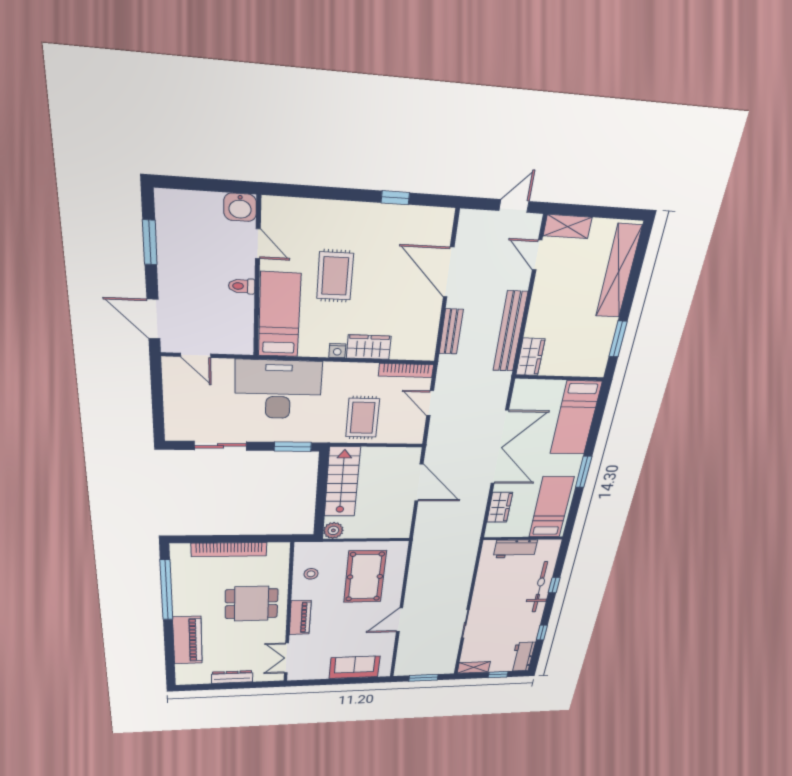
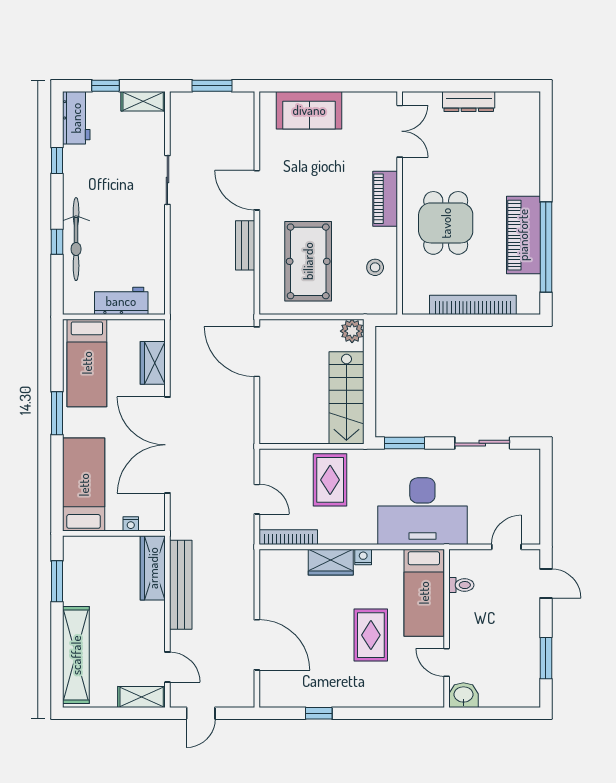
toilet: (242, 286) -> (461, 585), moved
door: (153, 319) -> (546, 583), width x0.73
bench: (451, 332) -> (245, 245), moved
door: (196, 355) -> (506, 547), hinge flipped
wardrobe: (530, 357) -> (153, 568), width x1.50
nightstand: (543, 385) -> (131, 524), added
door: (419, 483) -> (257, 352), moved
dining table: (252, 604) -> (446, 223), turned 90
door: (400, 620) -> (257, 190), swing flipped
piano: (187, 640) -> (523, 235), moved

